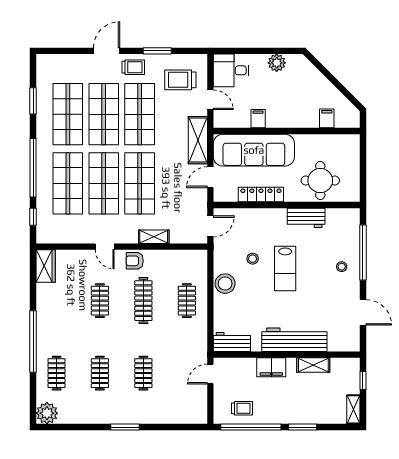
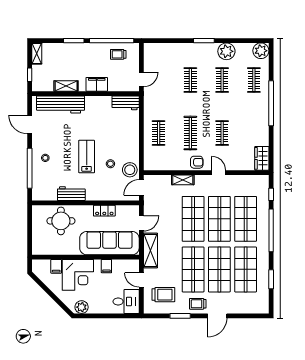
plant: (277, 63) -> (82, 307), moved
corner desk: (297, 107) -> (78, 275), added
locker: (261, 194) -> (104, 211), width x0.66
stool: (225, 284) -> (130, 170), moved
workbench: (294, 340) -> (61, 105), moved
plant: (94, 412) -> (226, 51), added

